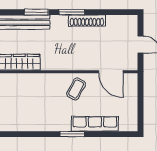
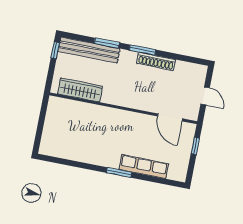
coffee table: (76, 89) -> (132, 128), removed
window: (141, 94) -> (195, 146), added

